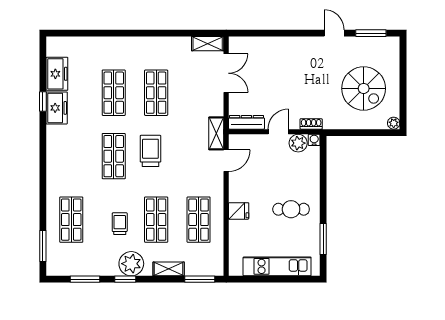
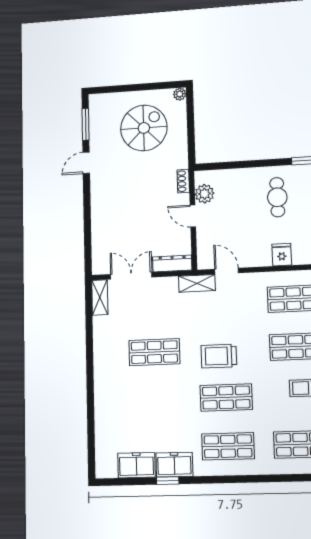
shop shelf: (114, 93) -> (228, 446), moved
dresser: (246, 122) -> (172, 263), moved, turned 90
water cooler: (314, 140) -> (200, 177), removed

